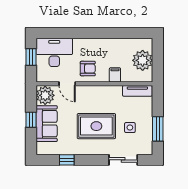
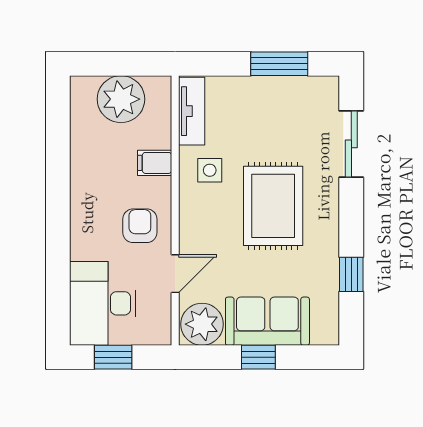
side table: (130, 128) -> (210, 170), moved

